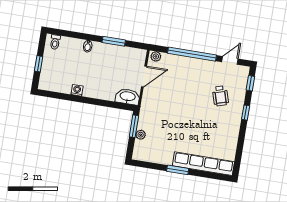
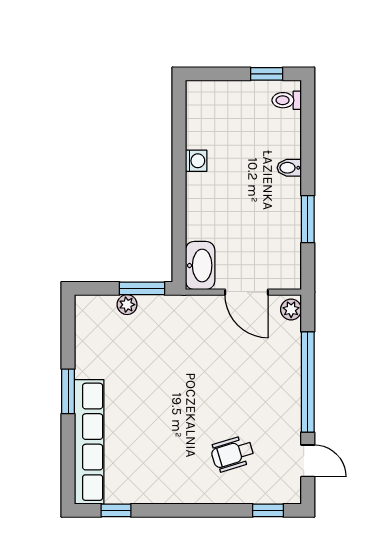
window: (39, 64) -> (267, 74), moved
window: (246, 113) -> (116, 510), moved

